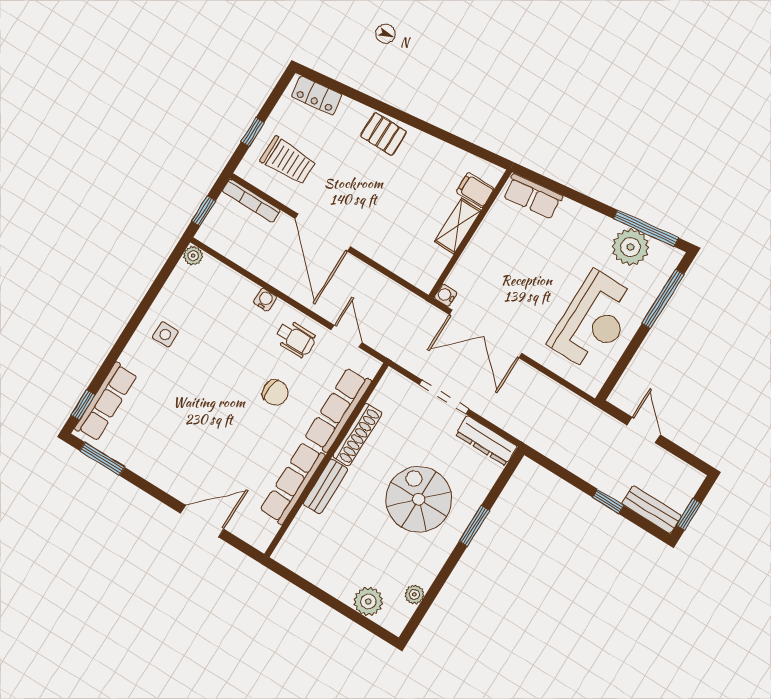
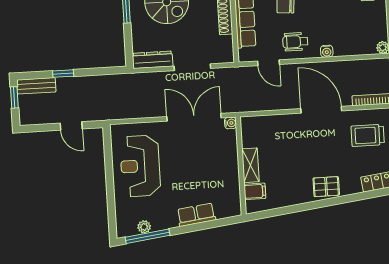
row of seats: (533, 196) -> (196, 215), moved
plant: (630, 247) -> (144, 227), width x0.53, depth x0.53
window: (663, 299) -> (111, 204), removed

